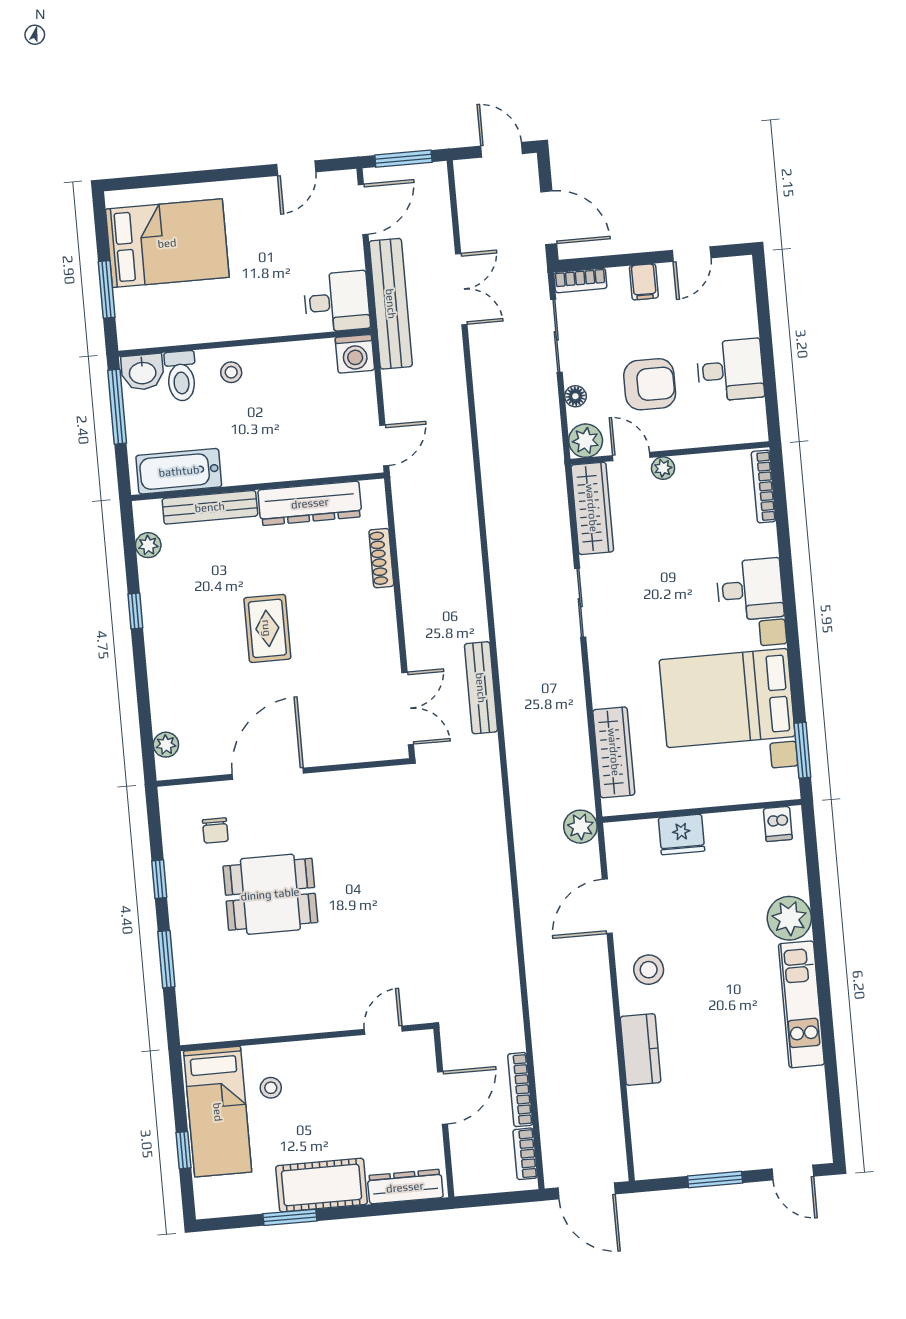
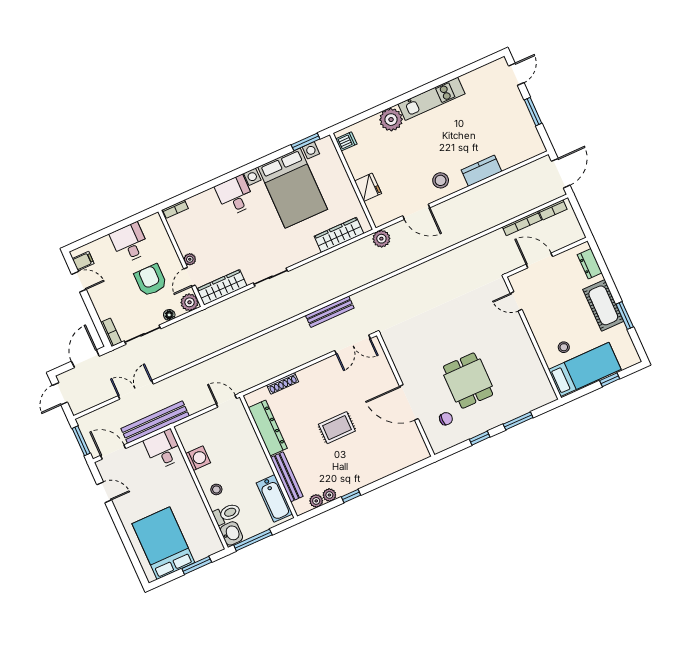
filing cabinet: (644, 282) -> (83, 261), moved
washing machine: (355, 354) -> (198, 458), moved
bookcase: (764, 486) -> (175, 209), width x0.64
double door: (408, 708) -> (353, 344), swing flipped
plant: (166, 745) -> (329, 495), moved
dresser: (405, 1187) -> (590, 264), width x0.70

